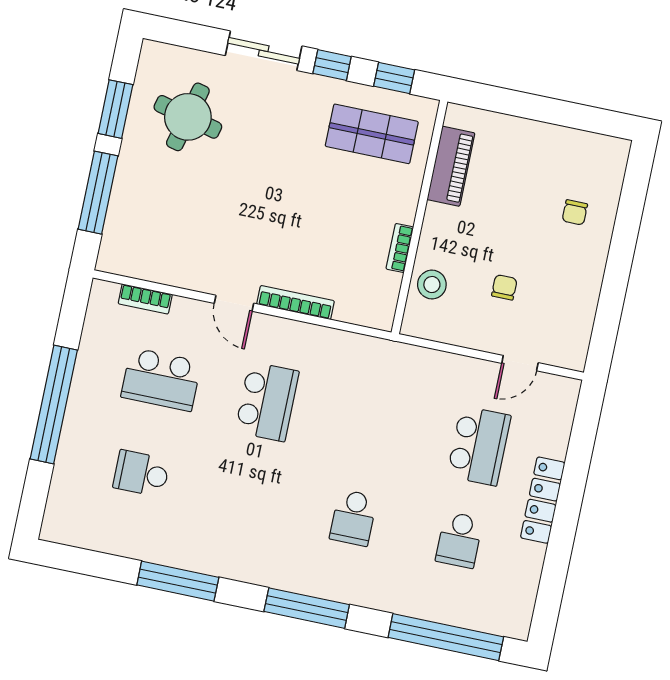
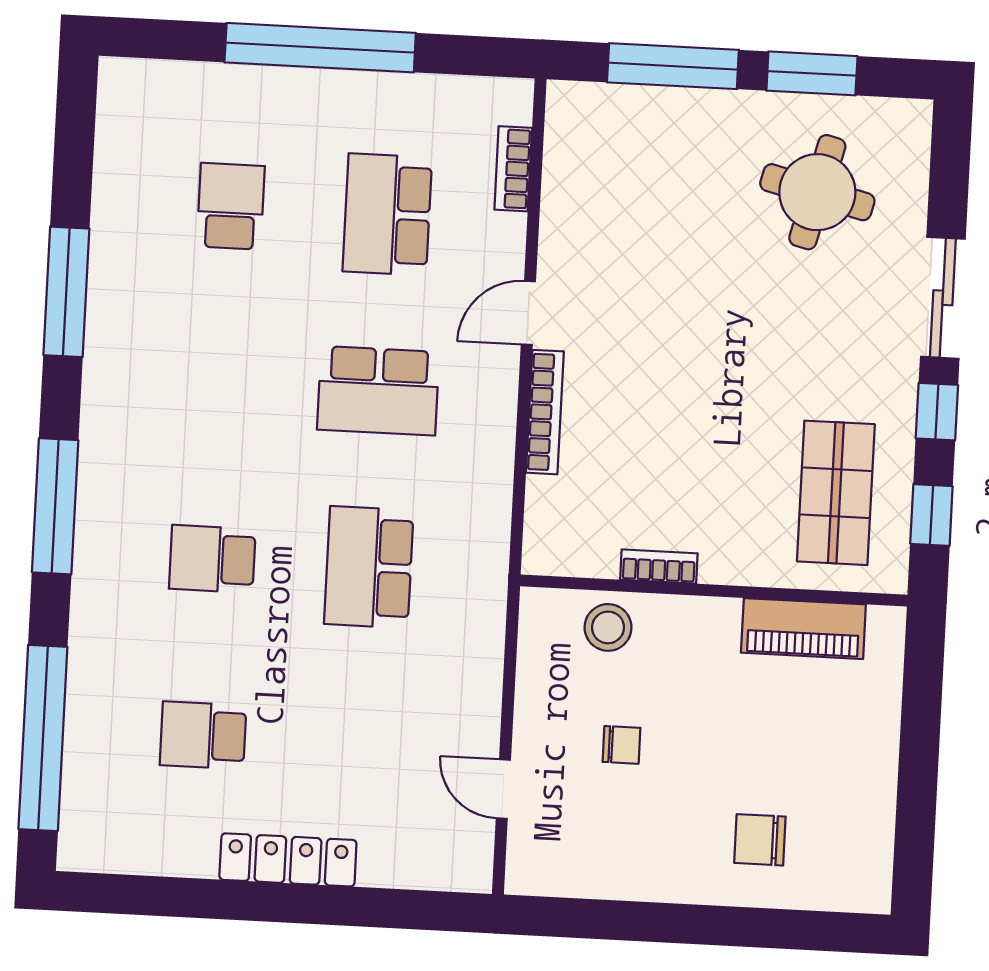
chair: (575, 212) -> (760, 840), width x1.37, depth x1.37
school desk: (479, 446) -> (369, 567), moved, turned 90

